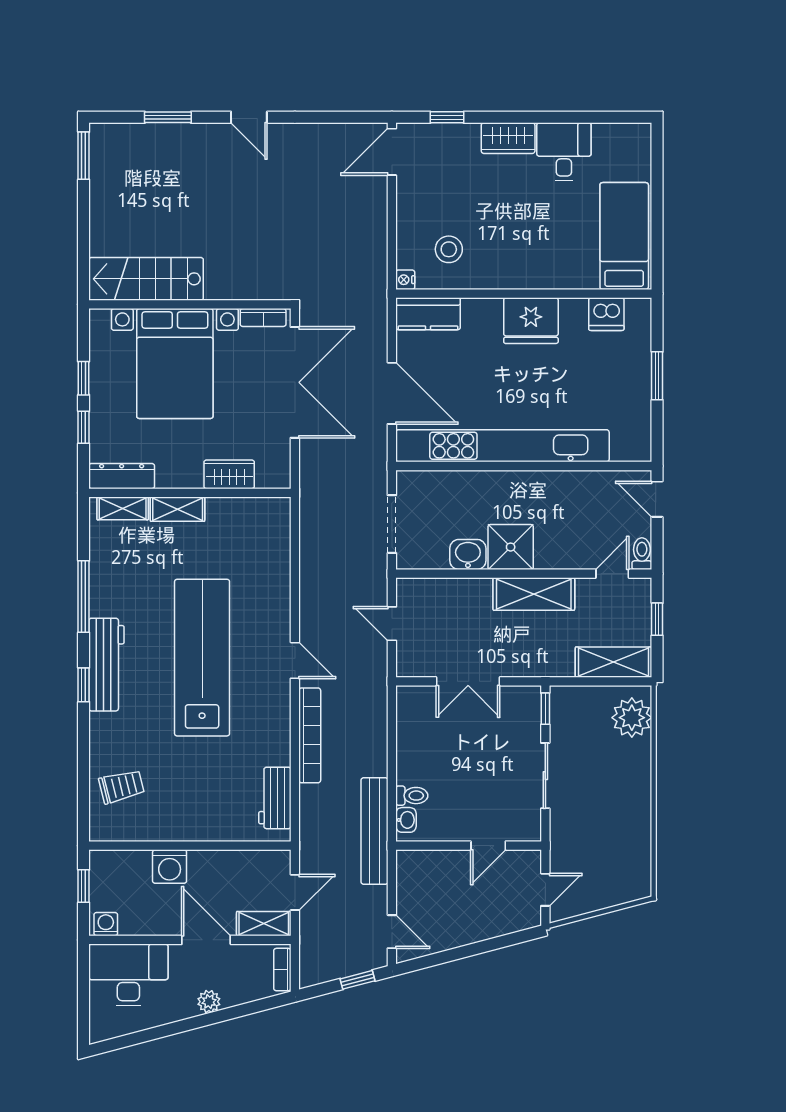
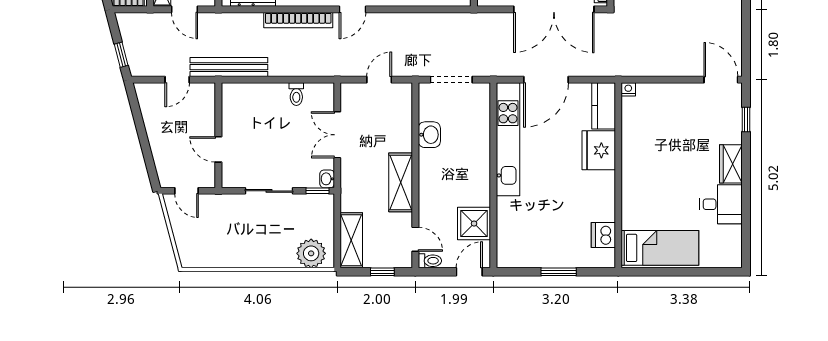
stool: (449, 249) -> (650, 121), removed
fridge: (531, 321) -> (599, 150), moved
kitchen unit: (502, 446) -> (508, 139), width x0.73
shower: (511, 547) -> (474, 224), moved
toilet: (412, 796) -> (296, 94), moved
washbasin: (406, 820) -> (327, 179), moved, turned 90
door: (392, 932) -> (177, 80), moved

